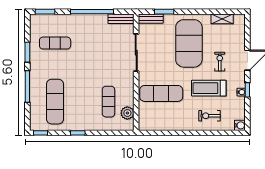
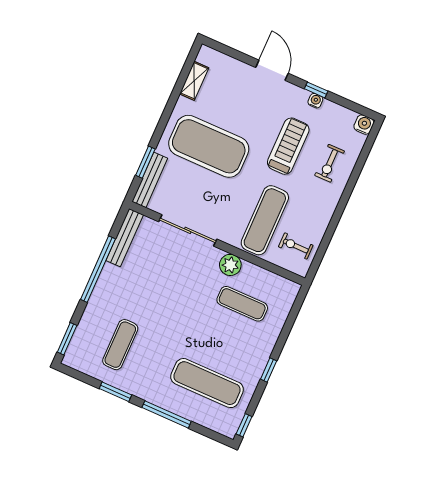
bench: (121, 19) -> (125, 238), width x1.36
bench: (151, 19) -> (150, 180), width x1.36
exercise bike: (220, 62) -> (296, 246), moved
treadmill: (209, 88) -> (288, 146), turned 180
plant: (127, 113) -> (230, 265), moved

